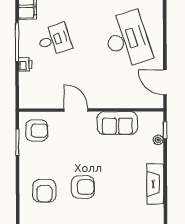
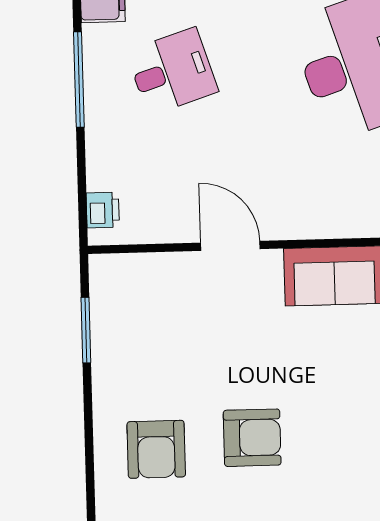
printer: (25, 64) -> (103, 210), moved
armchair: (37, 130) -> (134, 299), removed

